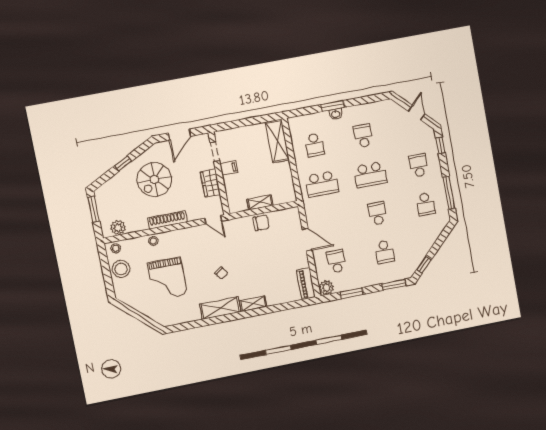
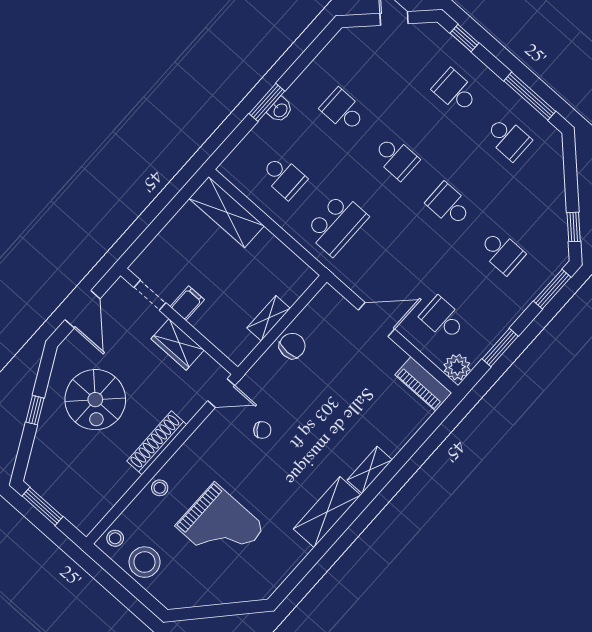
school desk: (370, 175) -> (396, 158), width x0.54
plant: (118, 228) -> (96, 507), removed
chair: (221, 273) -> (262, 430), moved

